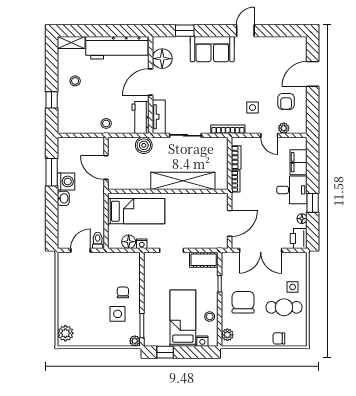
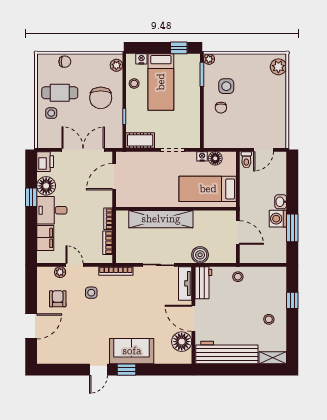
window: (185, 31) -> (127, 370), moved
door: (151, 82) -> (193, 318), swing flipped
floor lamp: (302, 219) -> (46, 186), width x1.89, depth x1.89

